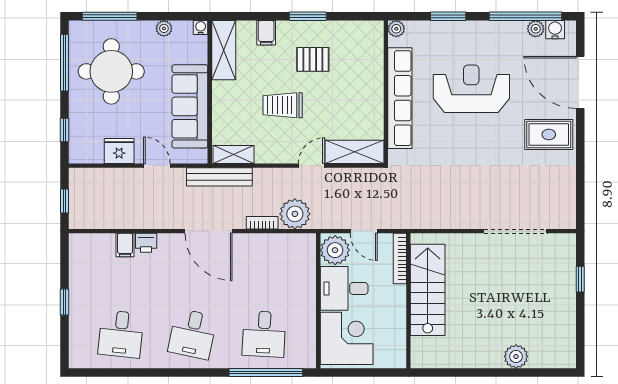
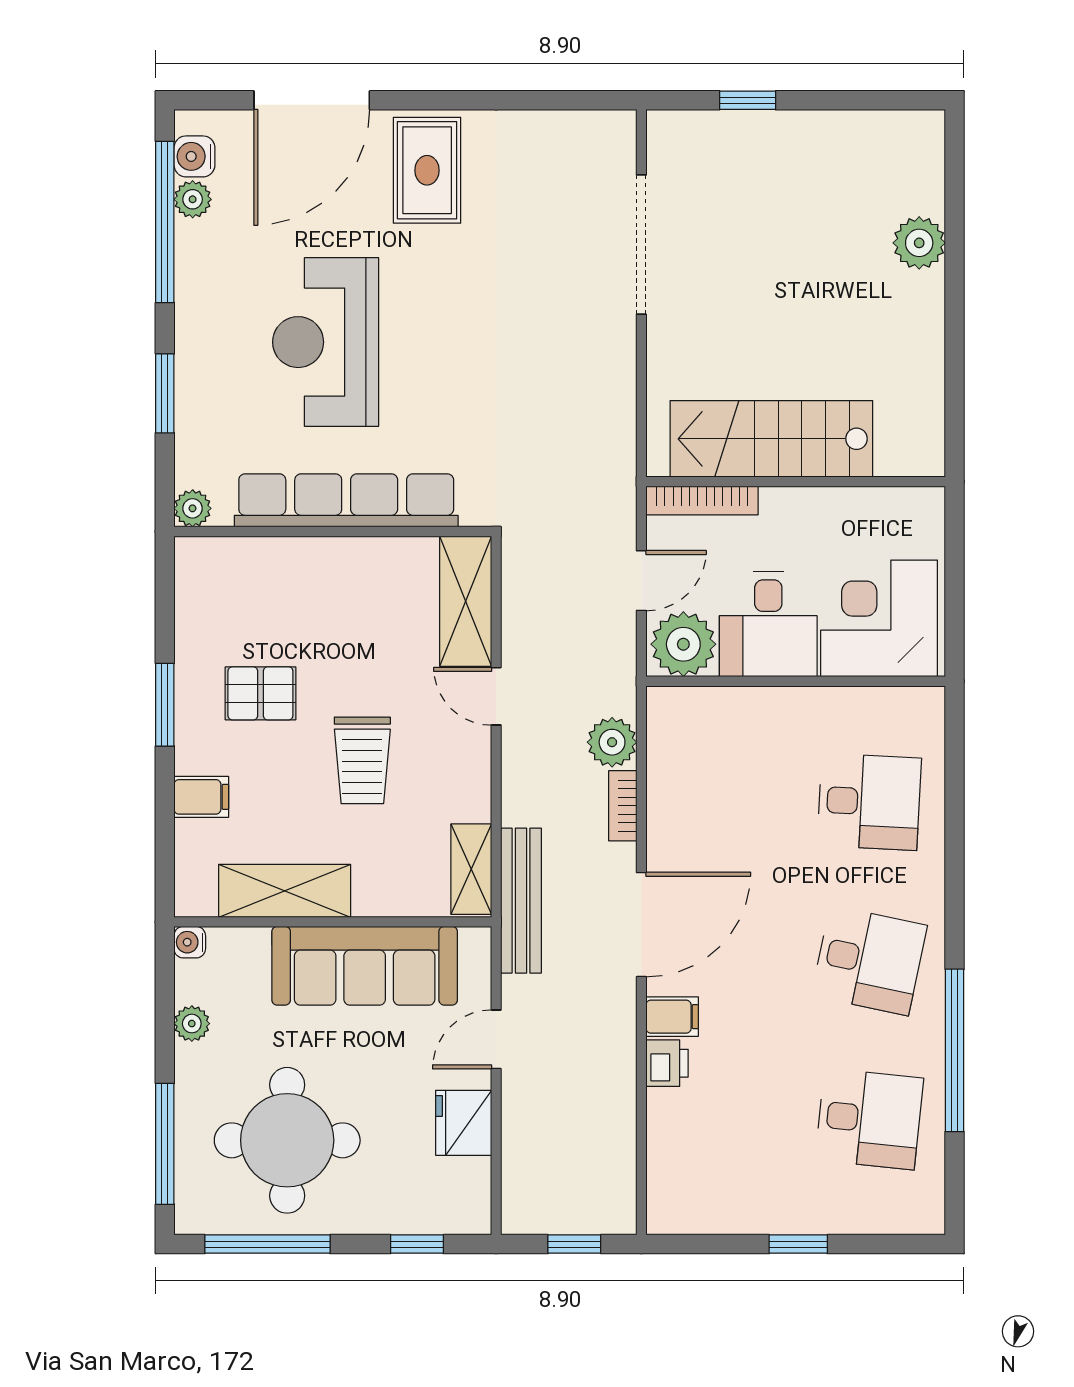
shelving: (224, 50) -> (285, 891), moved
pallet: (313, 59) -> (260, 693), turned 90
plant: (295, 214) -> (612, 742), width x0.73, depth x0.73
filing cabinet: (125, 245) -> (672, 1017), moved
window: (266, 372) -> (955, 1050), moved

